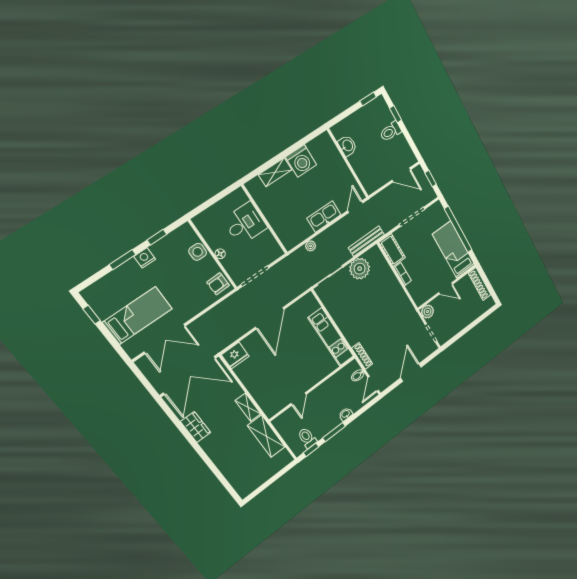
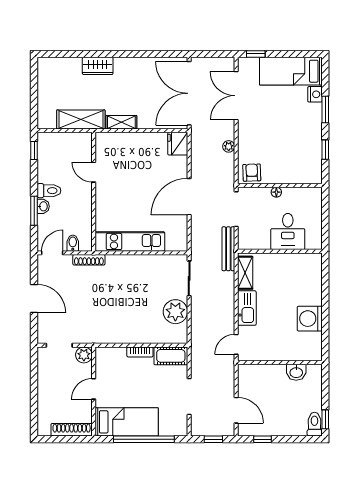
window: (396, 114) -> (263, 439), moved
toilet: (391, 131) -> (314, 424), moved
shelving: (275, 172) -> (245, 273), moved
door: (401, 175) -> (236, 410), swing flipped
door: (355, 207) -> (236, 344), swing flipped
bench: (366, 241) -> (228, 249), moved
plant: (311, 246) -> (229, 146), moved
side table: (198, 252) -> (291, 174), removed
nightstand: (145, 258) -> (315, 94), moved
window: (92, 315) -> (256, 54), moved
bed: (138, 316) -> (291, 71), moved, turned 90
door: (270, 318) -> (189, 197), hinge flipped
door: (373, 384) -> (52, 253), hinge flipped
wardrobe: (196, 427) -> (98, 66), moved
window: (334, 432) -> (34, 211), moved
toilet: (307, 438) -> (49, 191), moved

